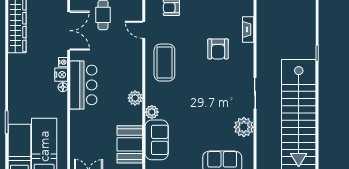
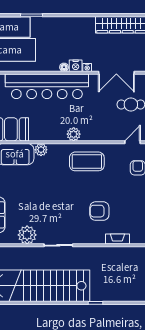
door: (144, 30) -> (132, 142), moved
bar counter: (83, 85) -> (47, 86), width x1.86
plant: (135, 98) -> (74, 134), moved

